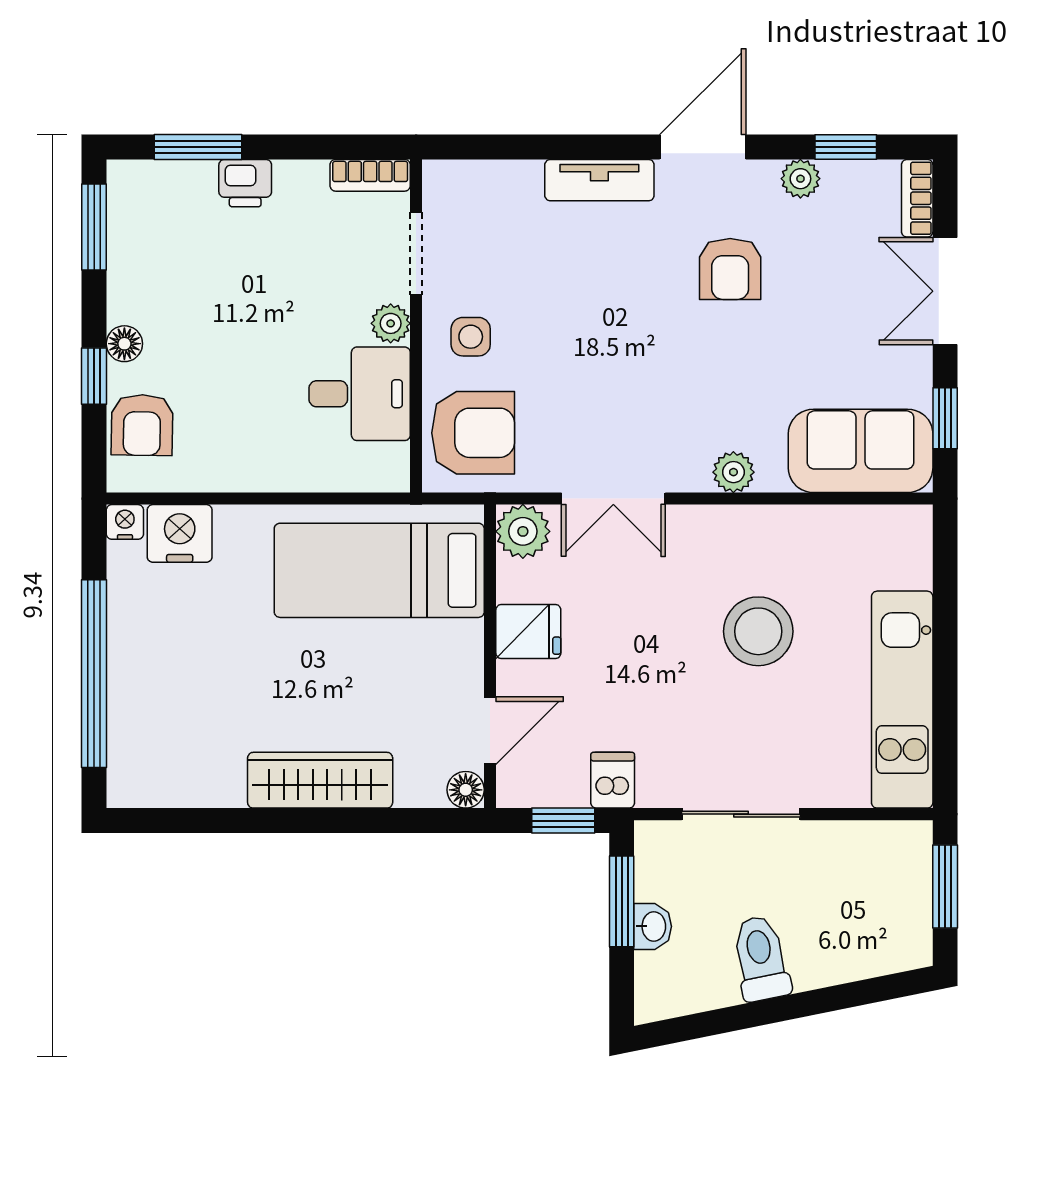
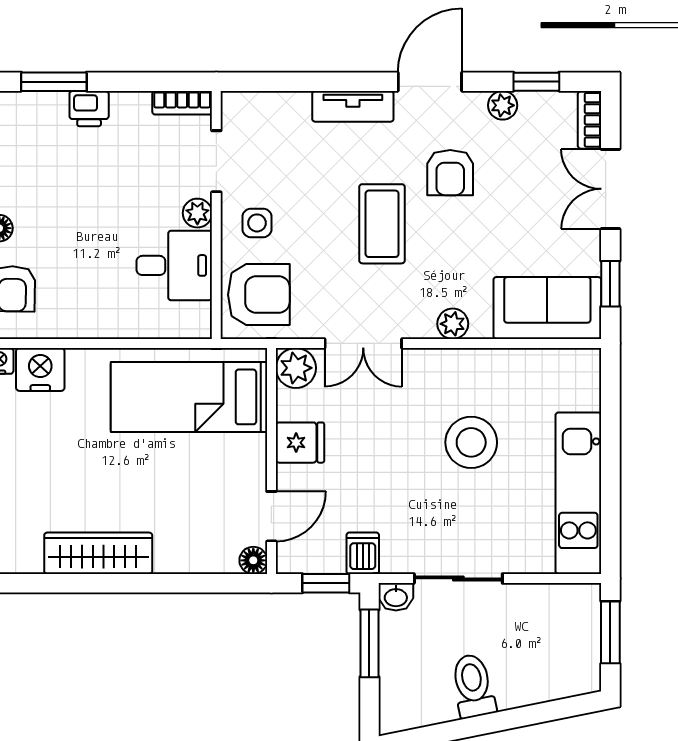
coffee table: (639, 338) -> (382, 224), added
wardrobe: (320, 780) -> (98, 553), moved
washbasin: (653, 926) -> (396, 597), moved, turned 90

